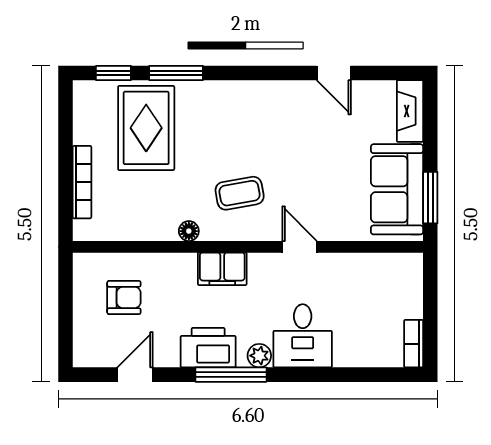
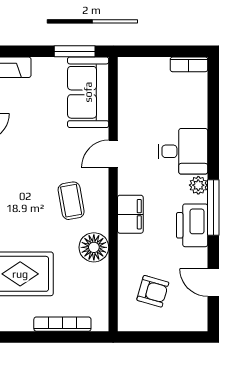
sofa: (397, 189) -> (88, 92), moved, turned 90
floor lamp: (189, 231) -> (94, 247), width x1.89, depth x1.89
armchair: (124, 297) -> (153, 291), turned 106

